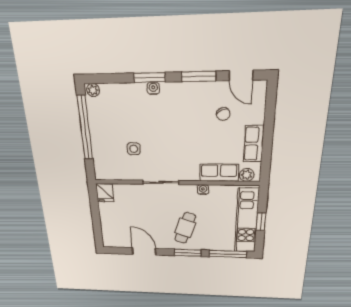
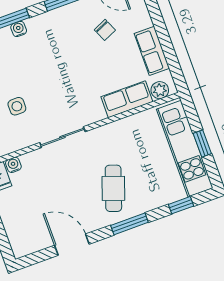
water cooler: (203, 190) -> (13, 165), moved
window: (228, 254) -> (181, 205), width x0.46

